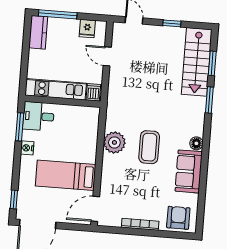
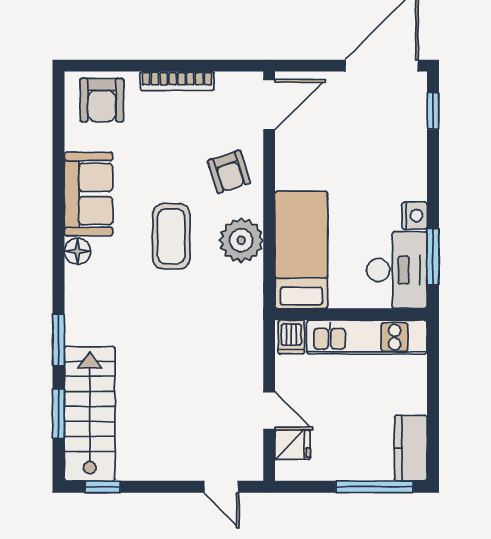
window: (172, 23) -> (103, 487), moved
fridge: (87, 29) -> (293, 445), moved, turned 90
desk: (38, 116) -> (397, 270), width x1.37
bed: (66, 175) -> (301, 250), moved, turned -90
armchair: (118, 177) -> (229, 172), added

